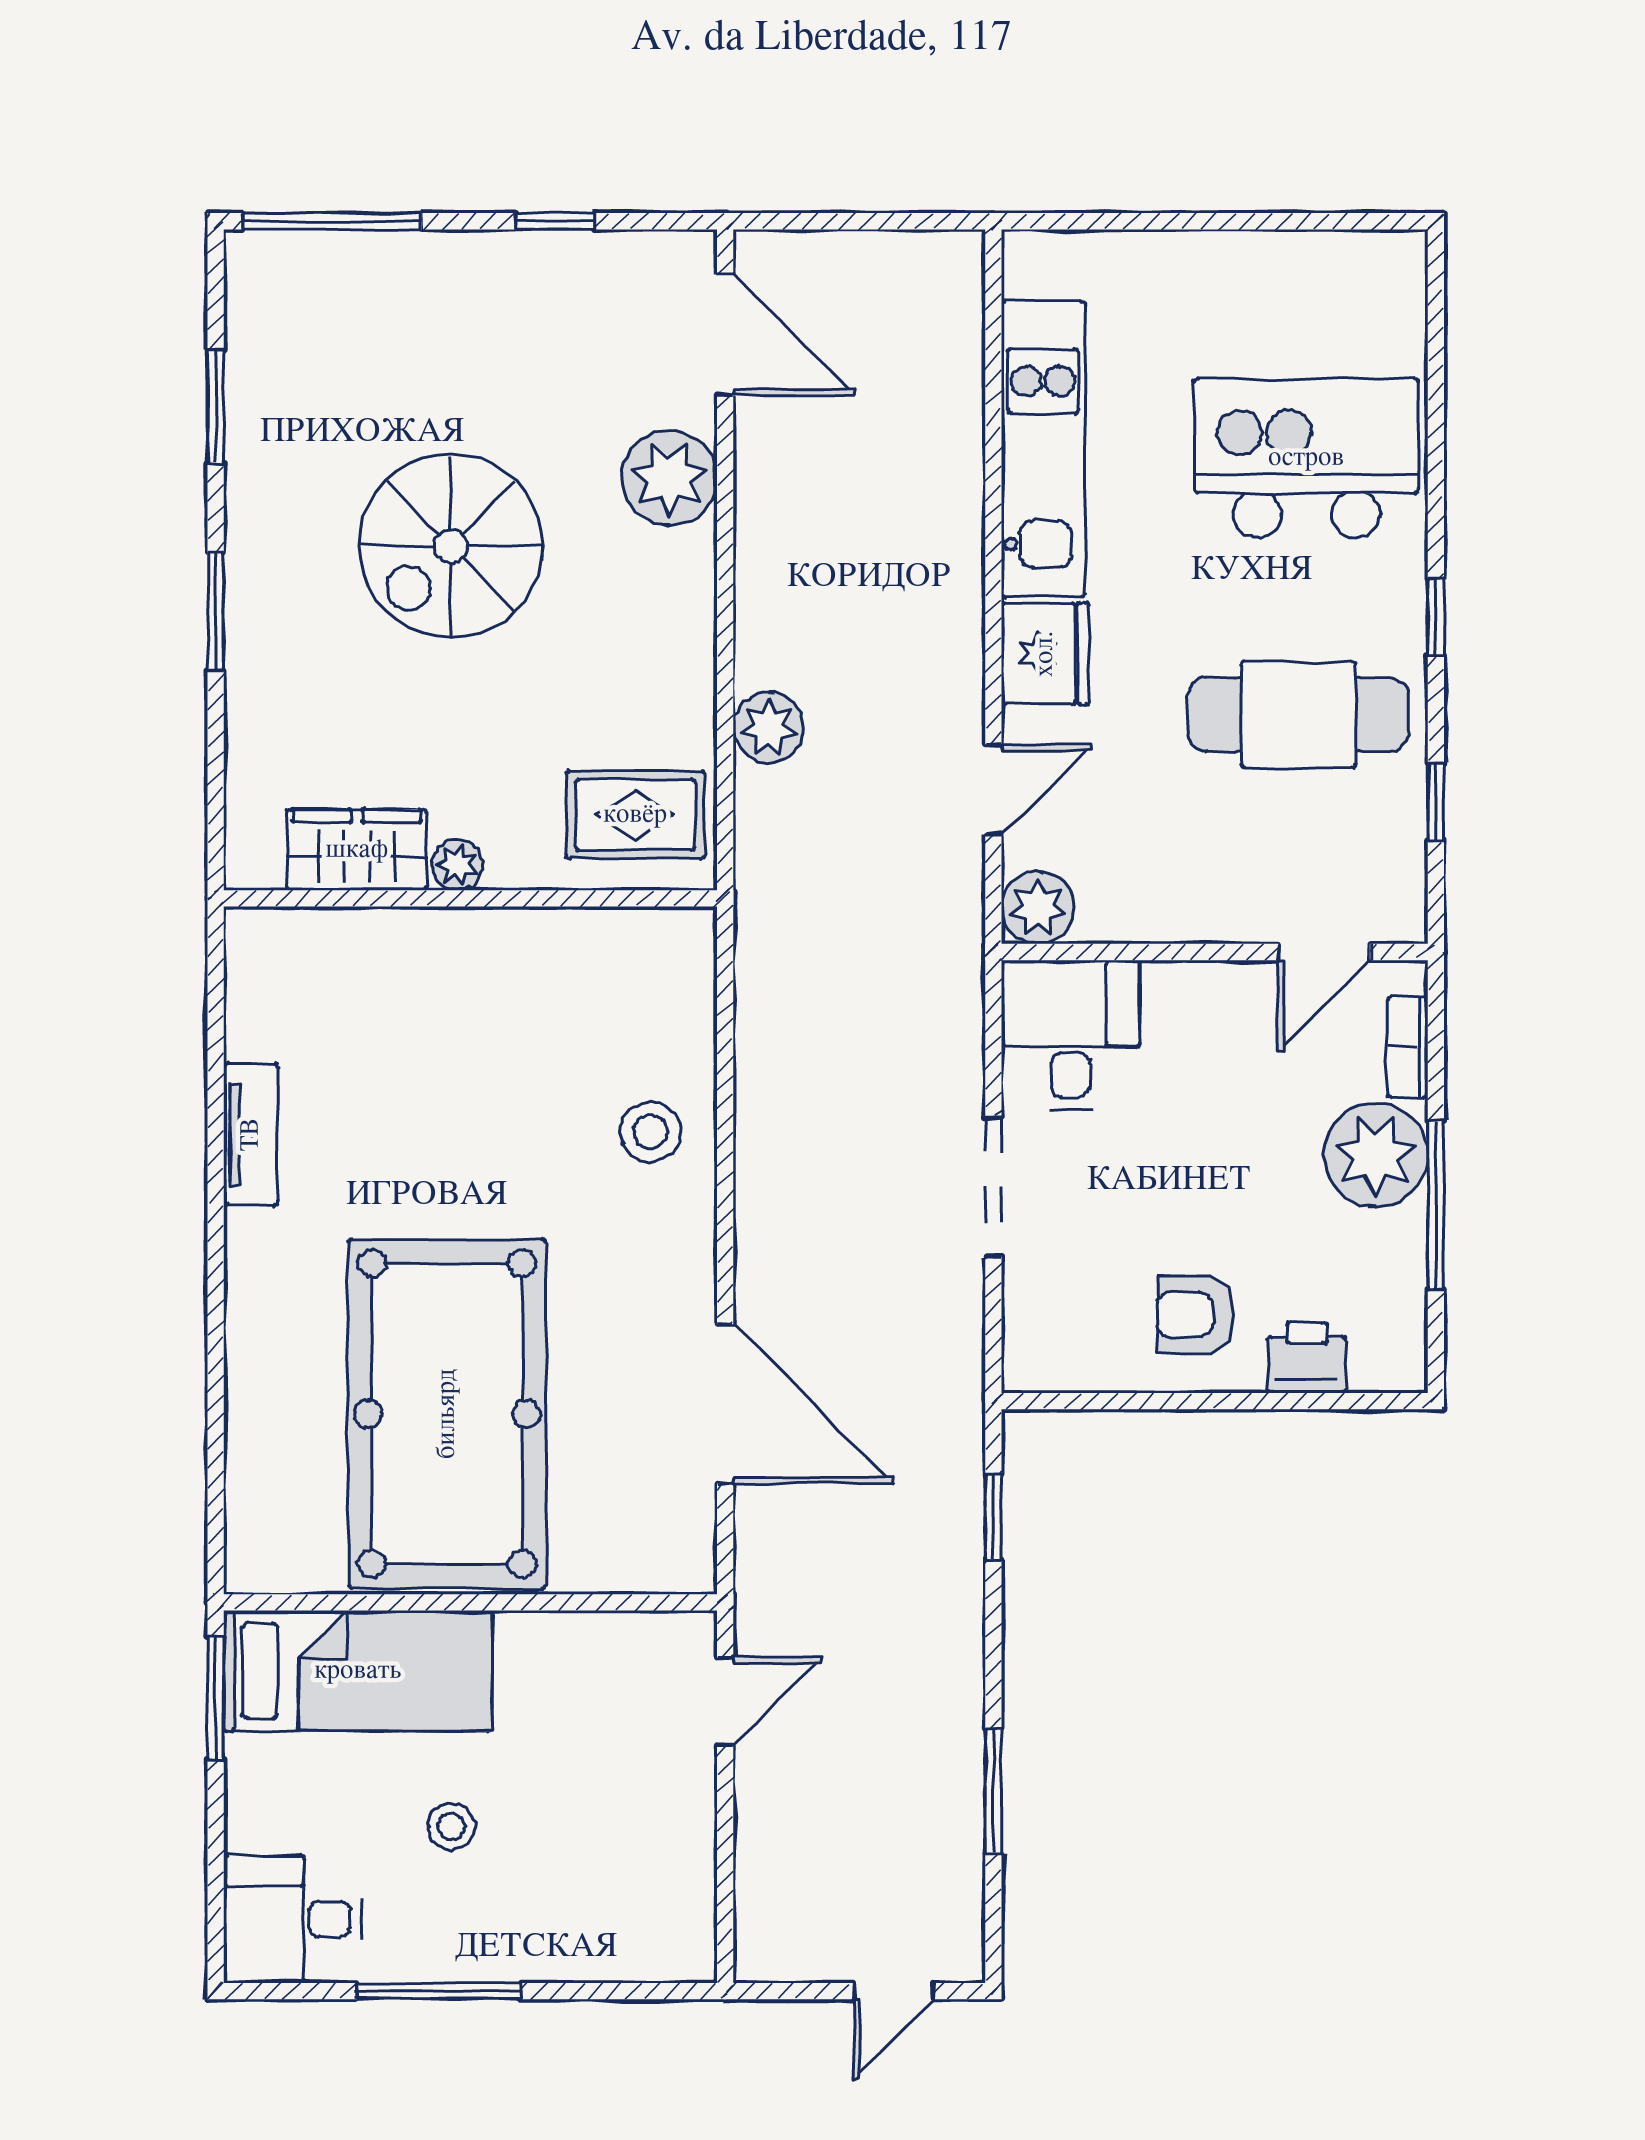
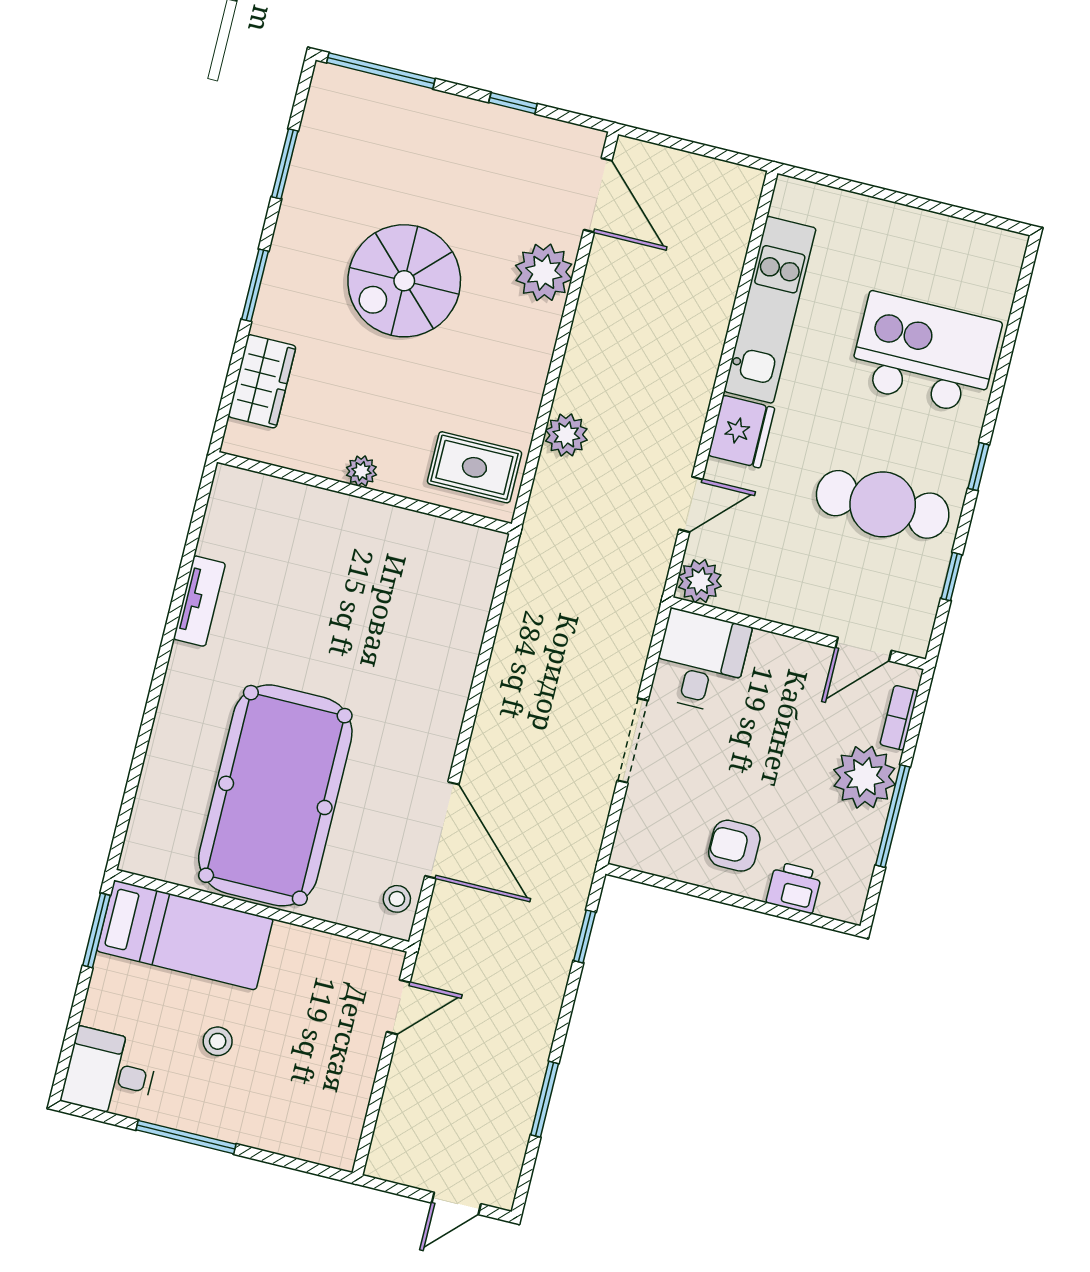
wardrobe: (357, 850) -> (262, 381), moved, turned 90
stool: (651, 1132) -> (397, 899), moved, width x0.73, depth x0.73

